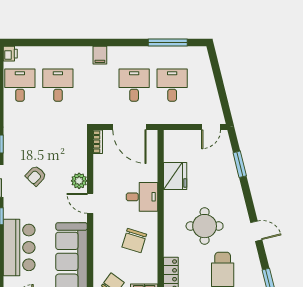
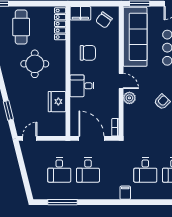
filing cabinet: (100, 55) -> (125, 193), moved
chair: (134, 241) -> (88, 53), turned 73

